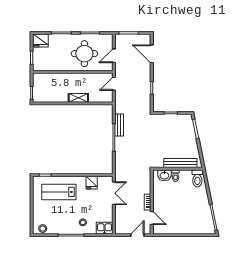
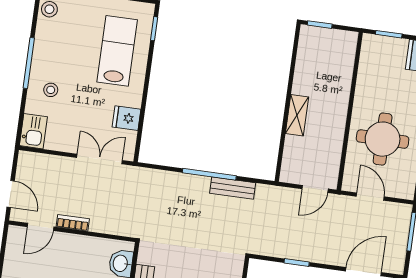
door: (114, 84) -> (315, 189), swing flipped
double door: (114, 193) -> (100, 159), swing flipped

